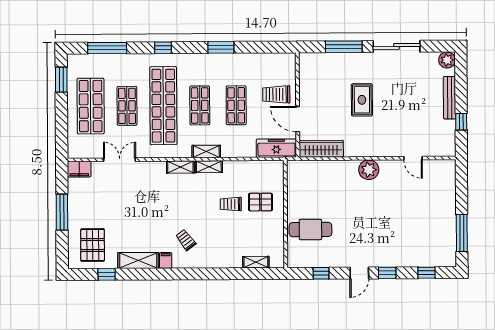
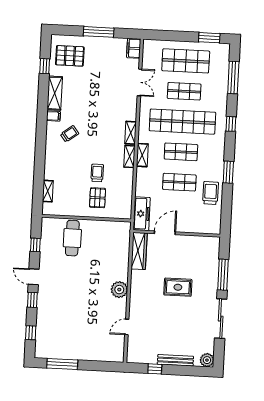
trolley: (276, 94) -> (211, 193), moved

